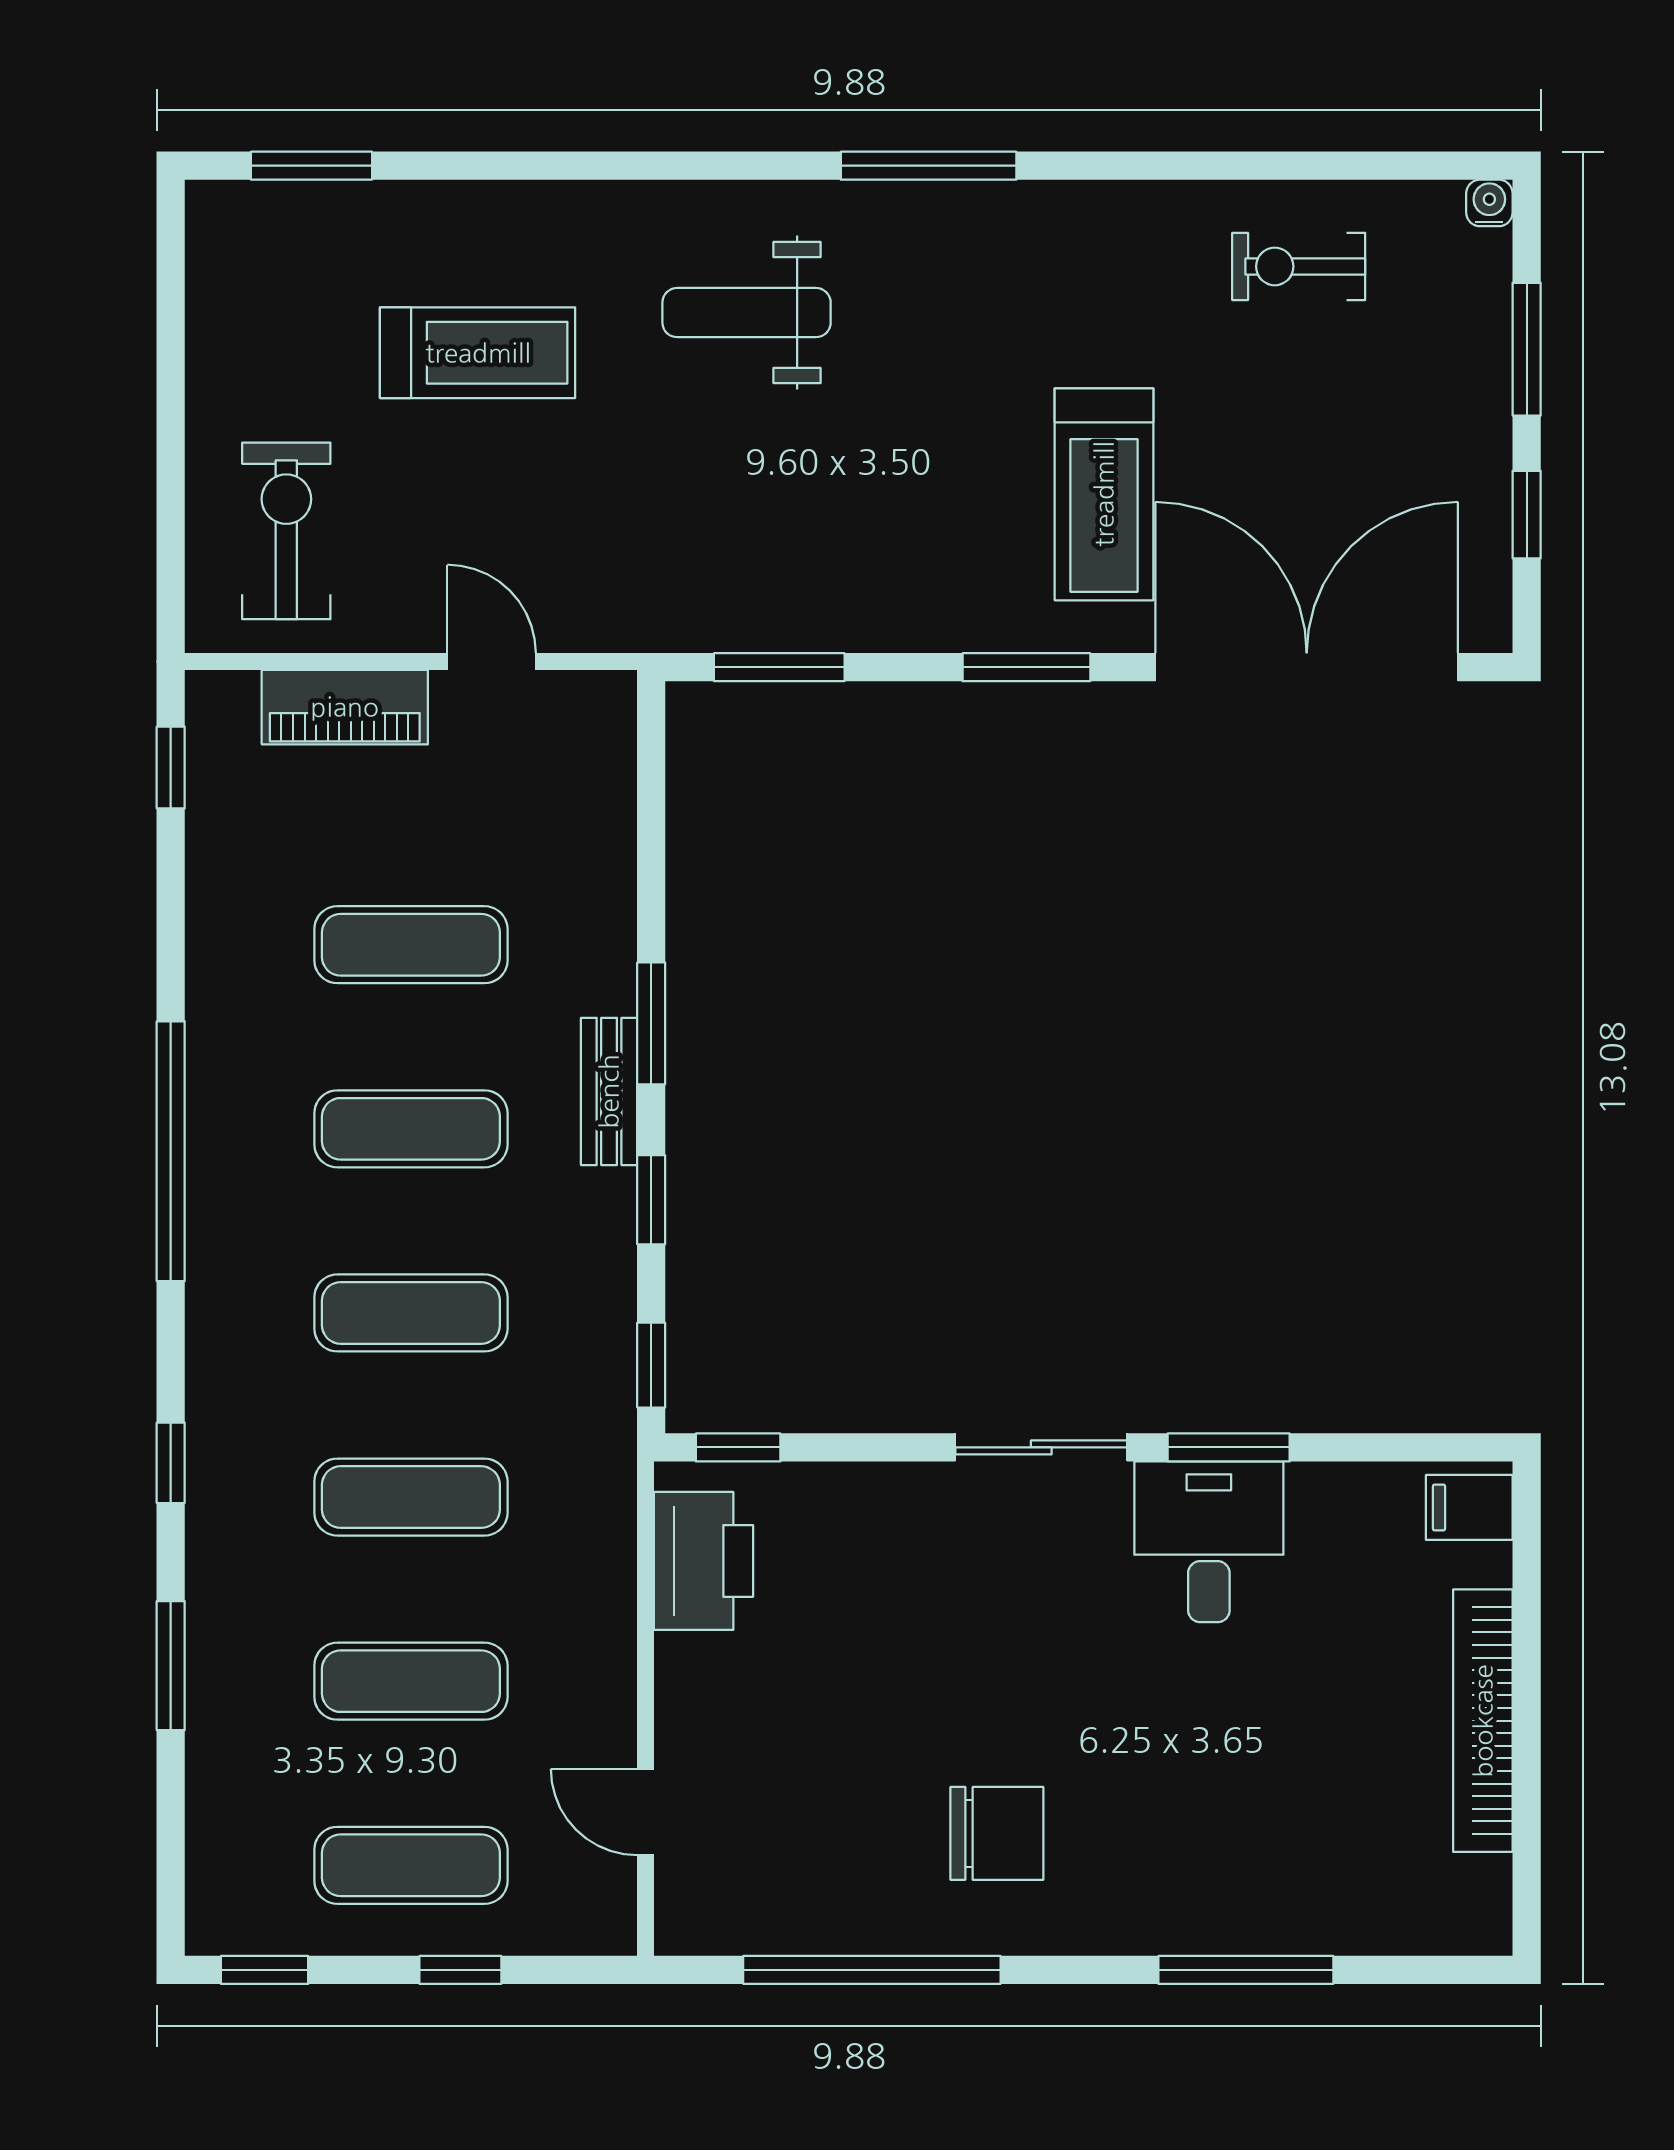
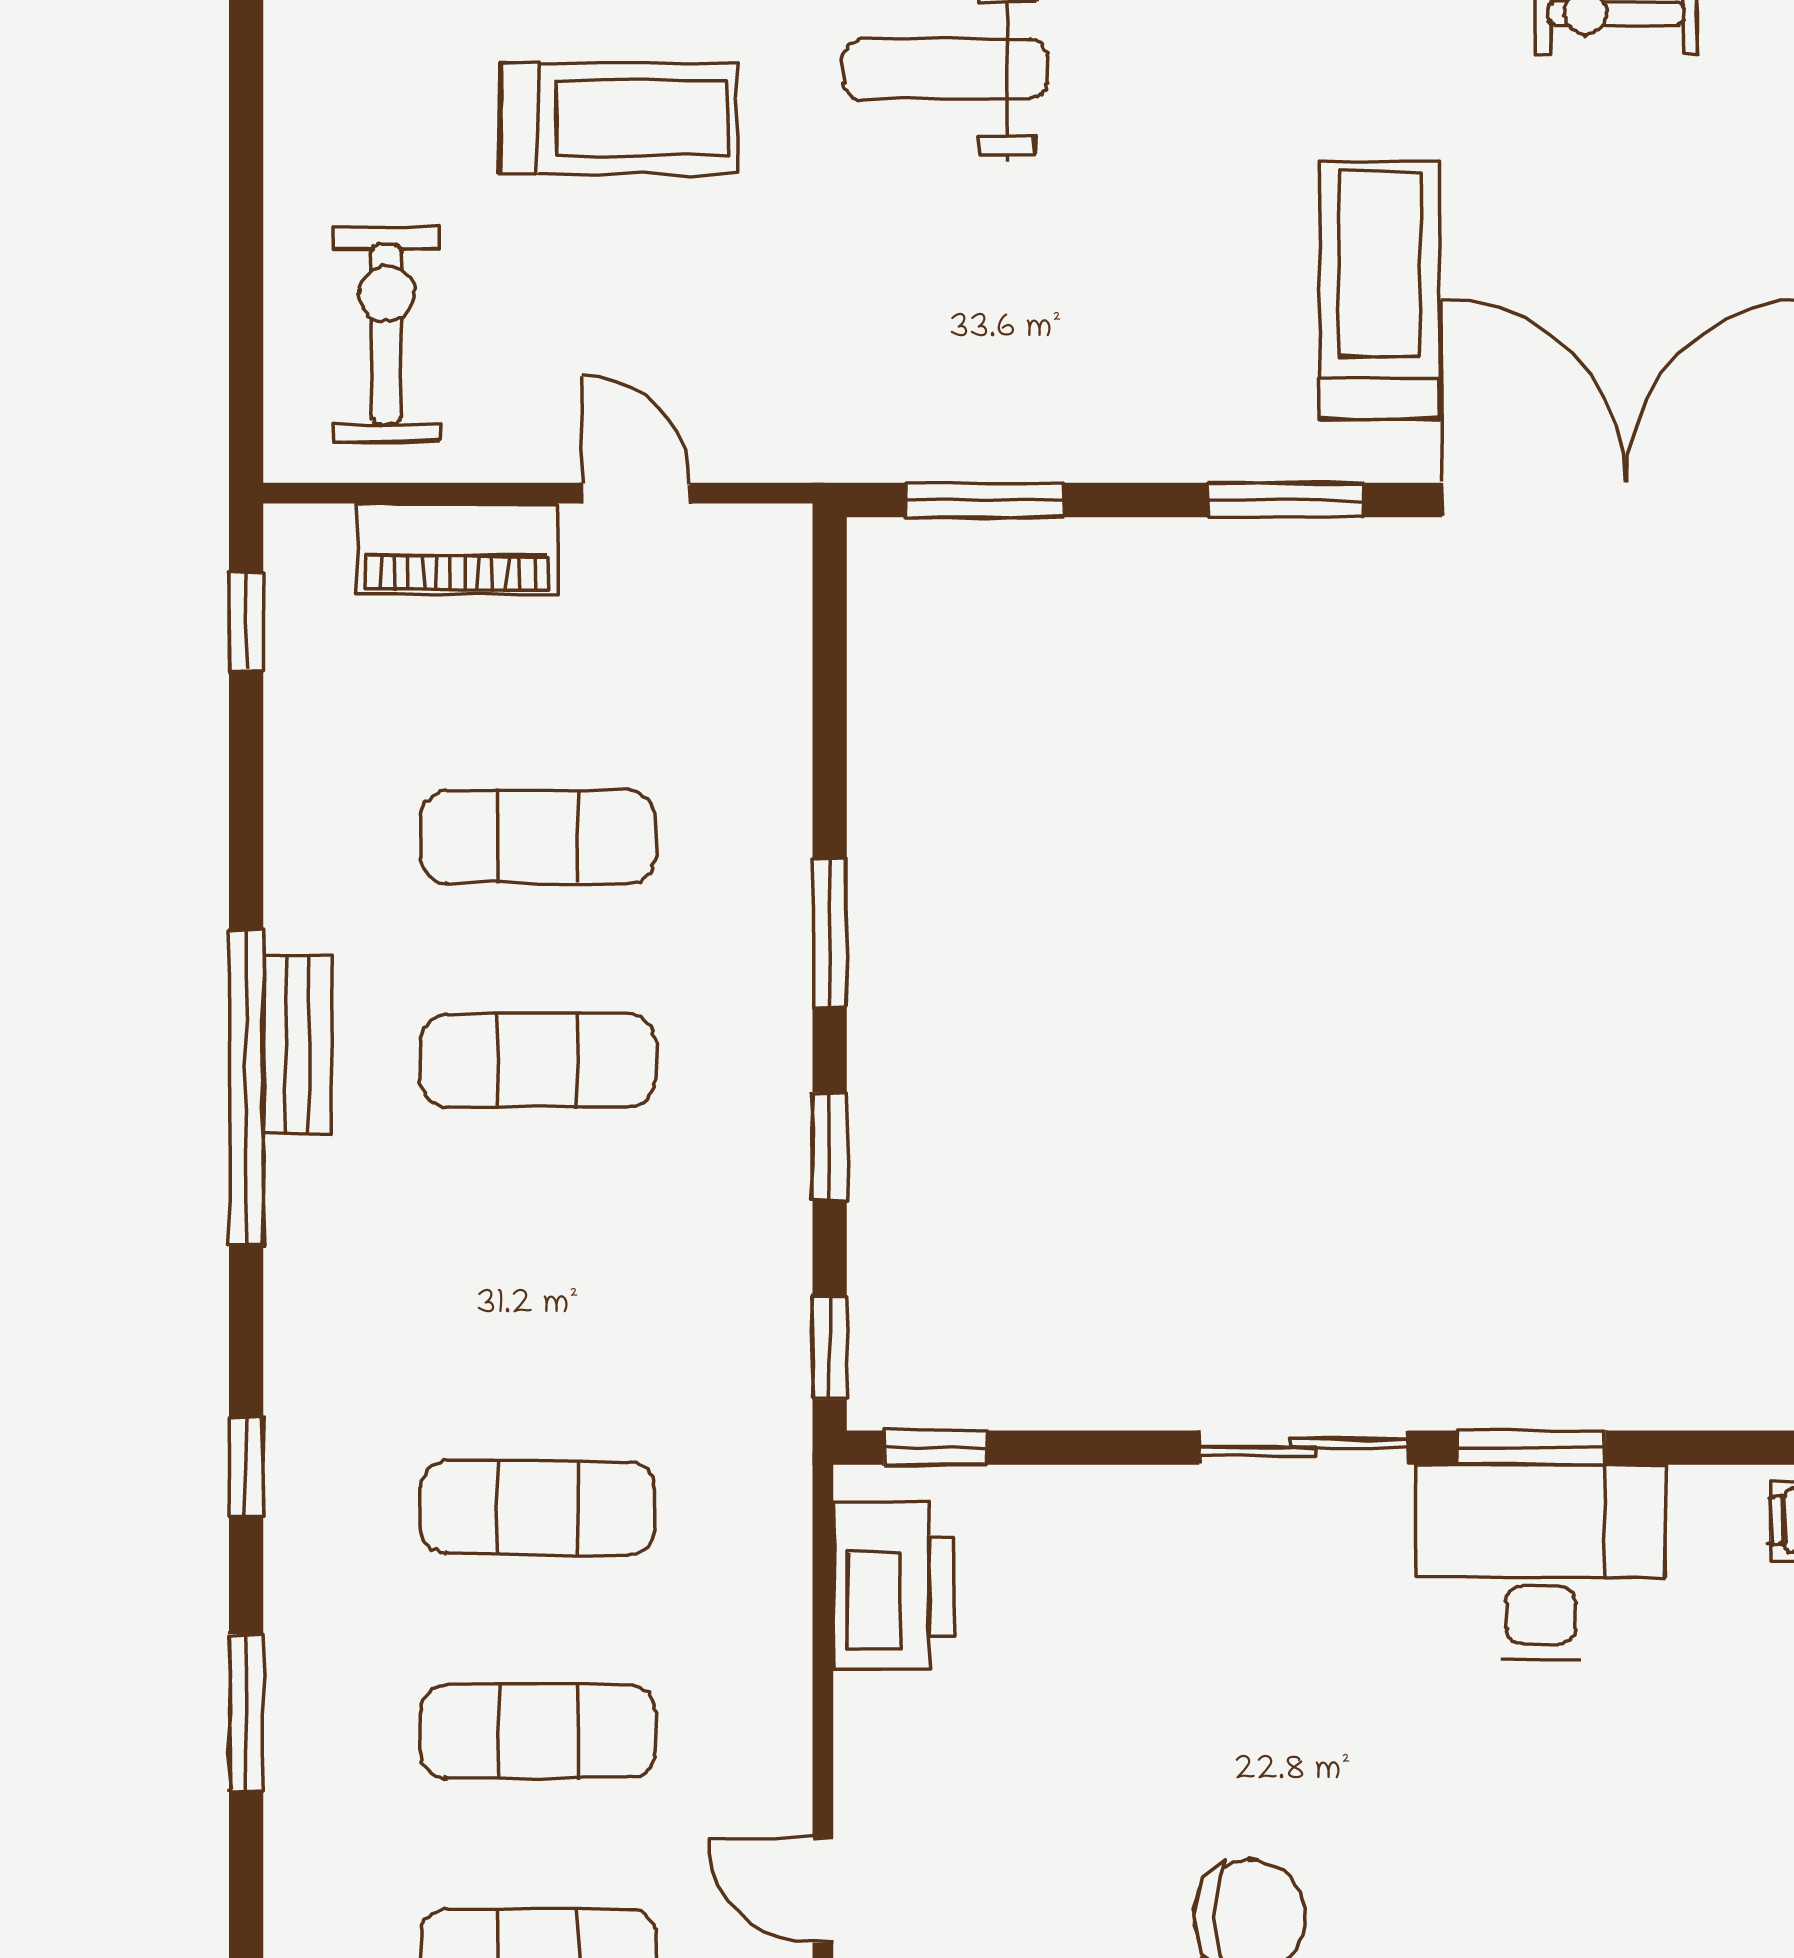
treadmill: (1104, 494) -> (1380, 290), turned 180
bench: (609, 1091) -> (297, 1045), moved
exercise mat: (411, 1313) -> (538, 1284), removed
desk: (1209, 1542) -> (1541, 1562), width x1.37

